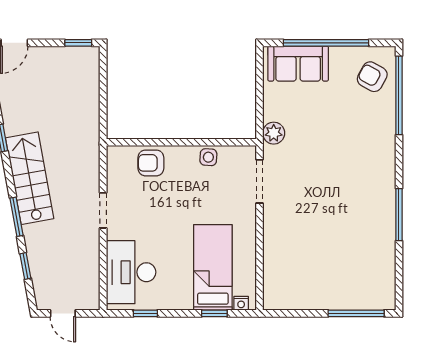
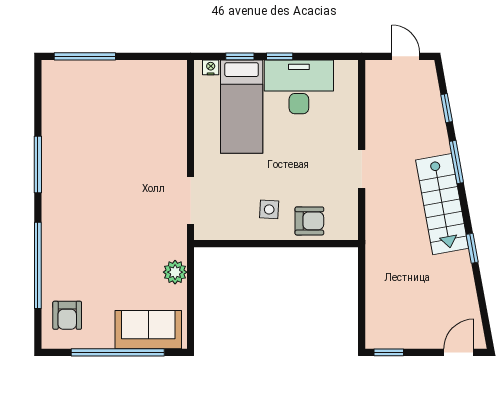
armchair: (372, 77) -> (67, 315), turned 61
window: (399, 95) -> (38, 265), moved
plant: (274, 133) -> (175, 272), moved
side table: (208, 157) -> (269, 209), moved
desk: (131, 272) -> (299, 87), moved, turned -90
window: (145, 313) -> (280, 56), moved

